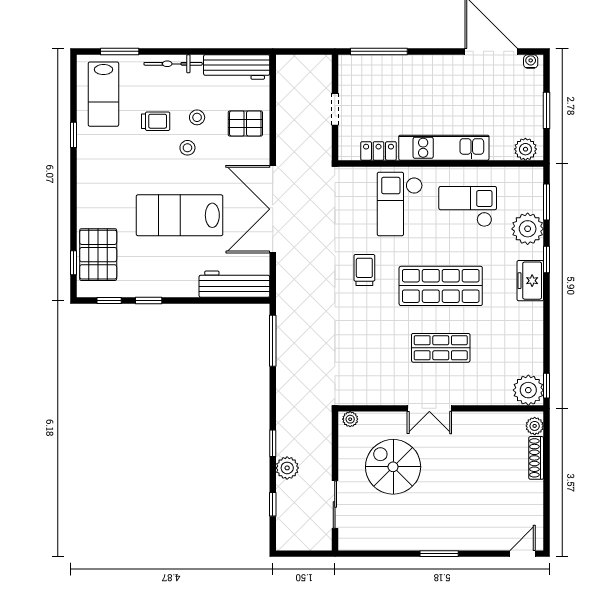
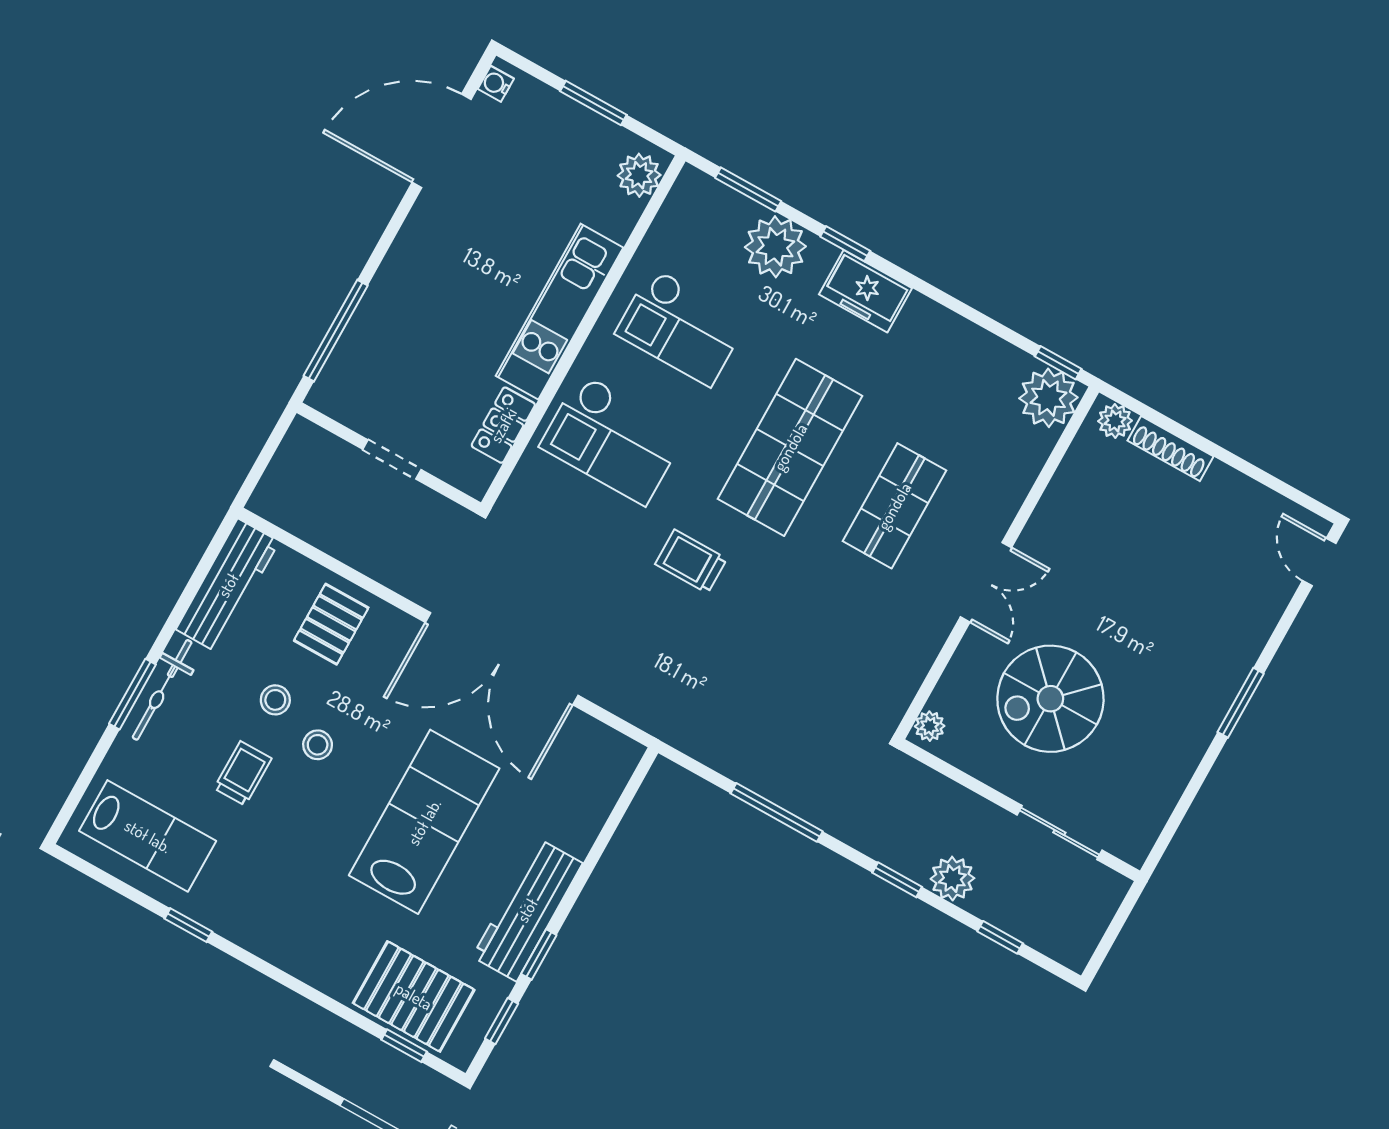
window: (120, 51) -> (132, 694), moved
checkout: (468, 207) -> (681, 327), turned -90
lab bench: (180, 215) -> (424, 822), turned 180
workbench: (234, 284) -> (527, 910), moved
window: (273, 341) -> (777, 812), moved

